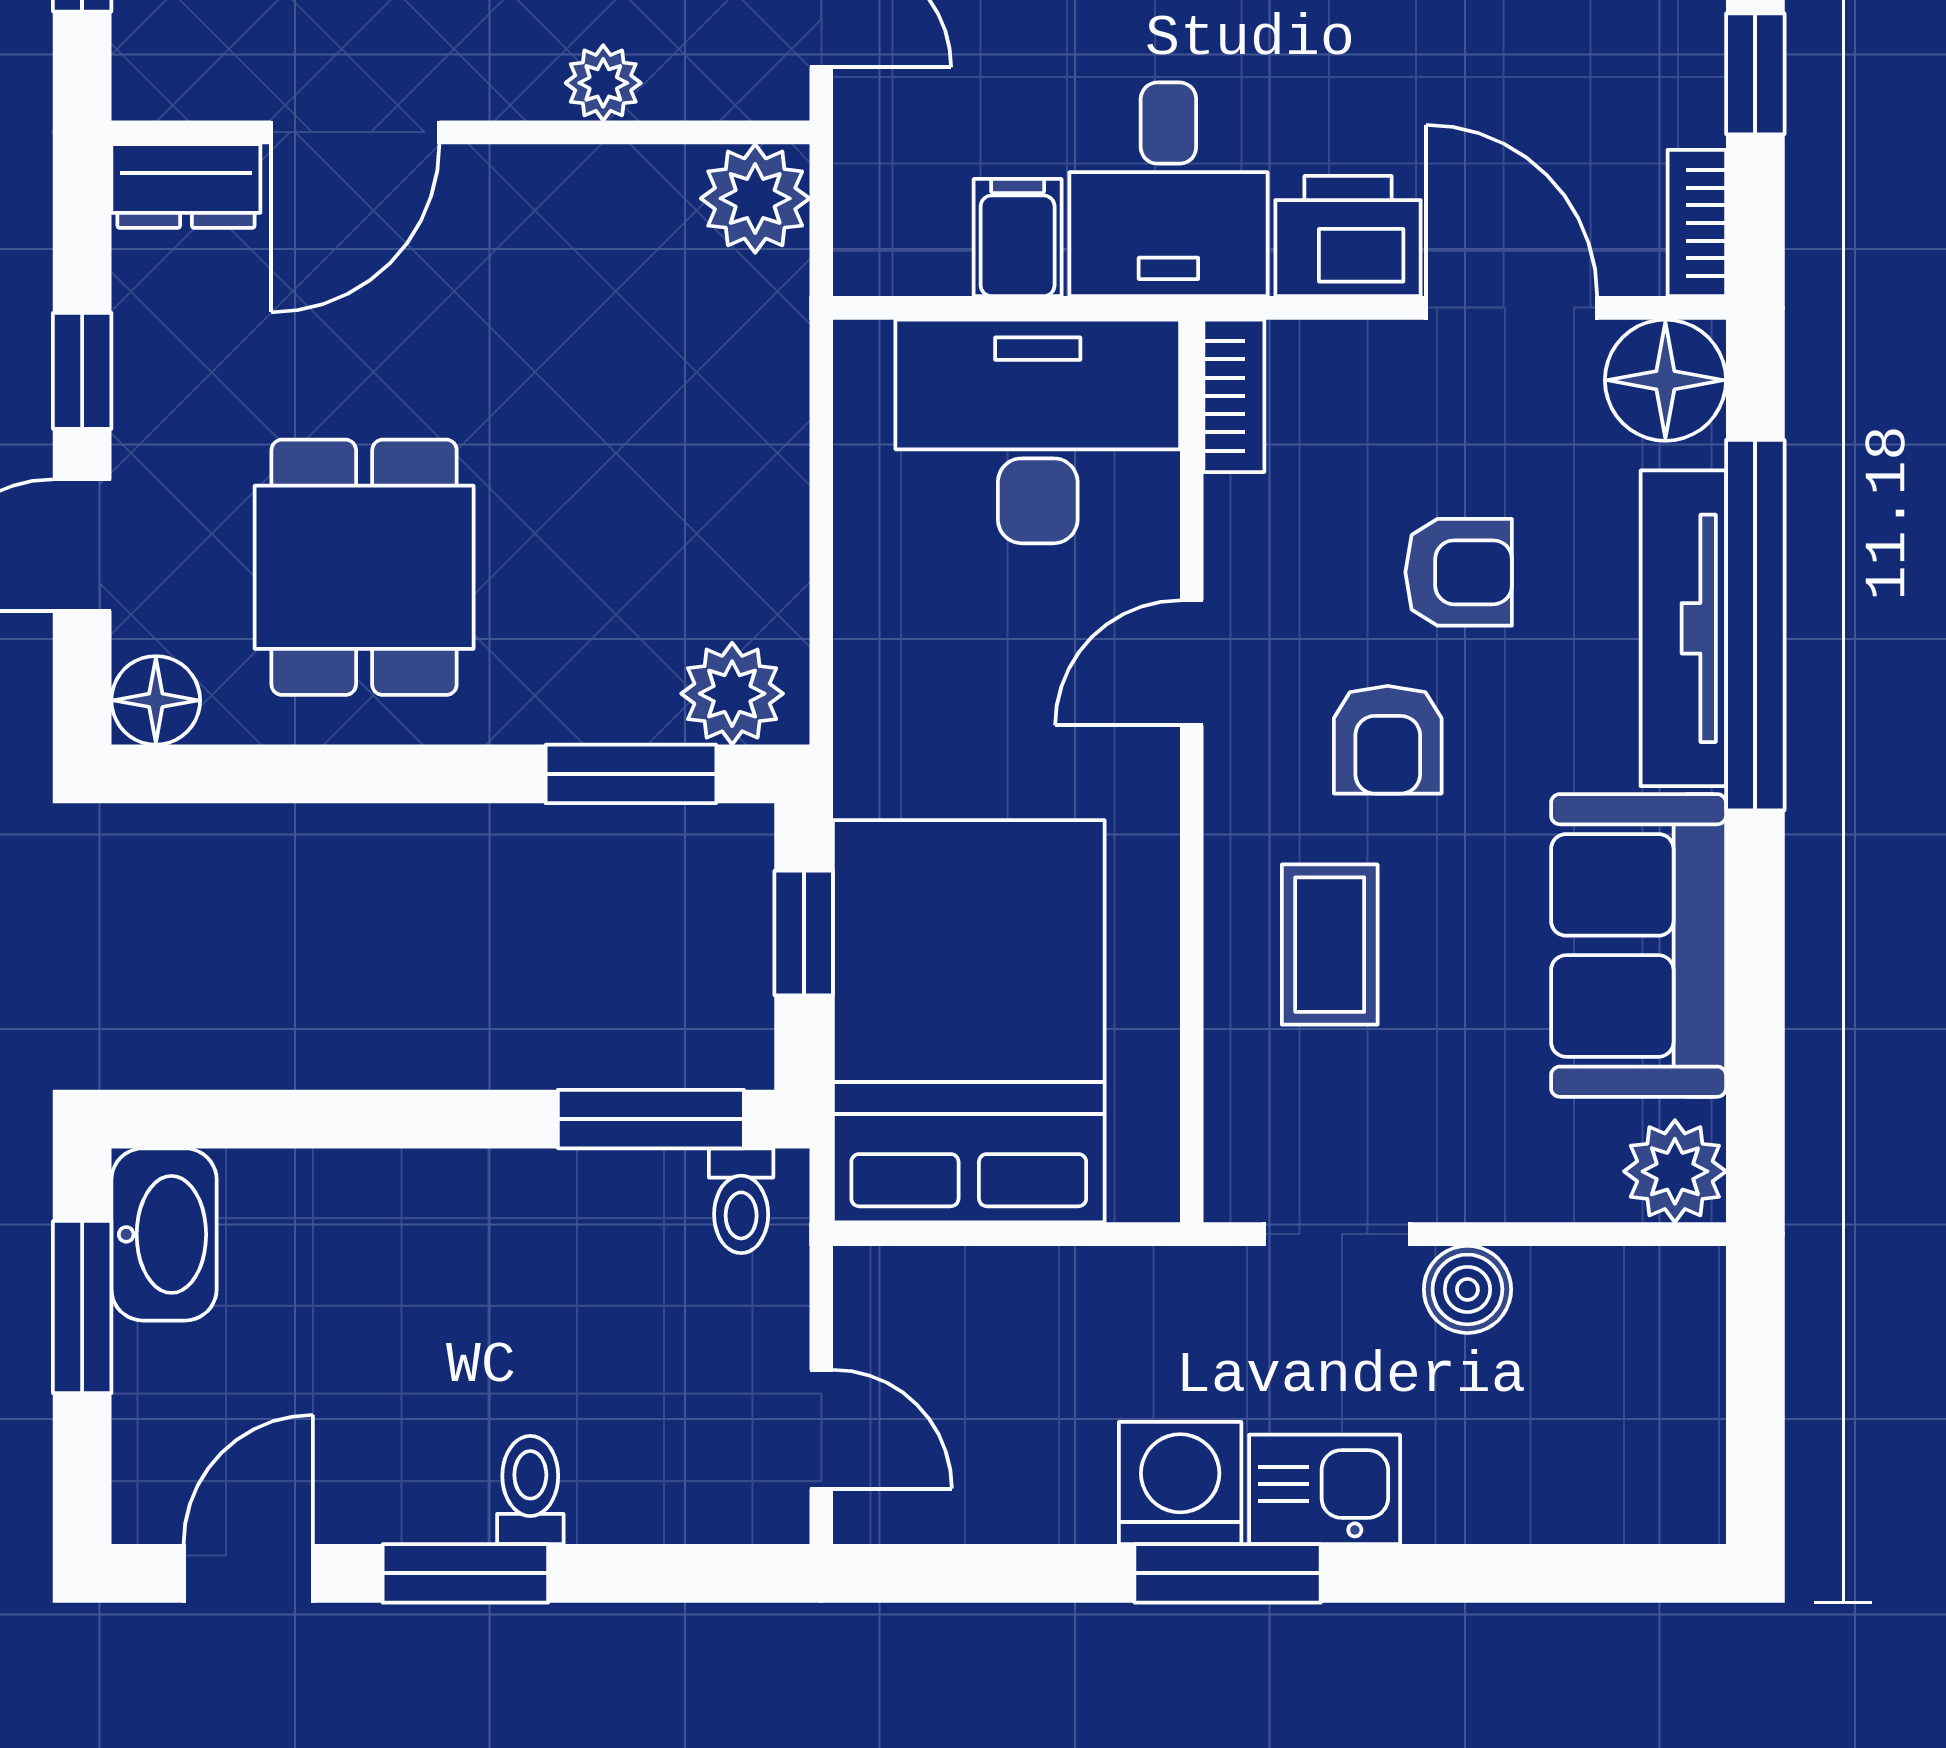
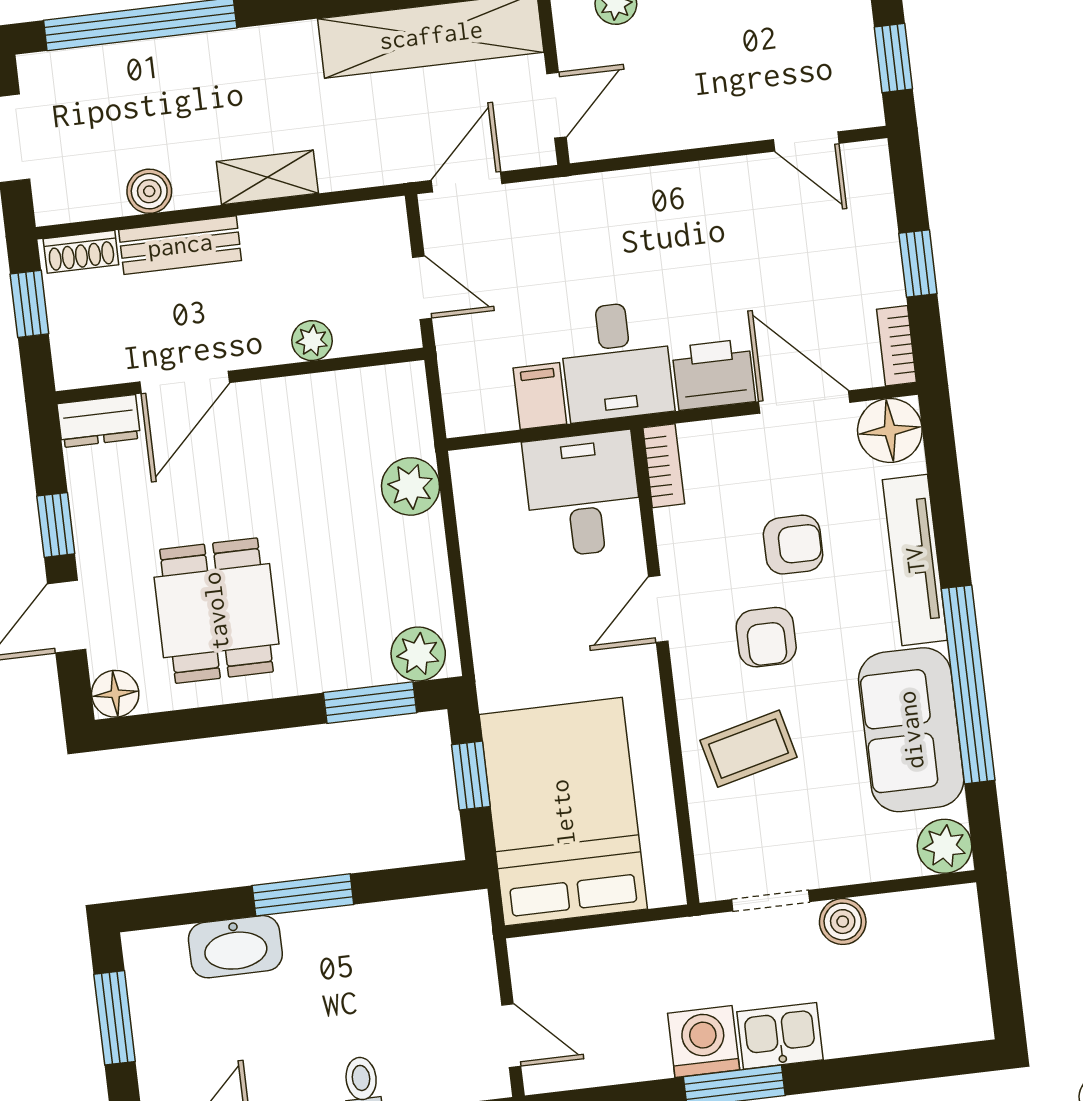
plant: (755, 198) -> (410, 486), moved
desk: (1038, 431) -> (583, 494), width x0.73
window: (1755, 625) -> (968, 684), moved
coffee table: (1330, 945) -> (749, 749), turned 76
window: (651, 1119) -> (303, 895), moved
toilet: (741, 1201) -> (455, 920), removed
washbasin: (164, 1234) -> (235, 947), moved, turned 90

